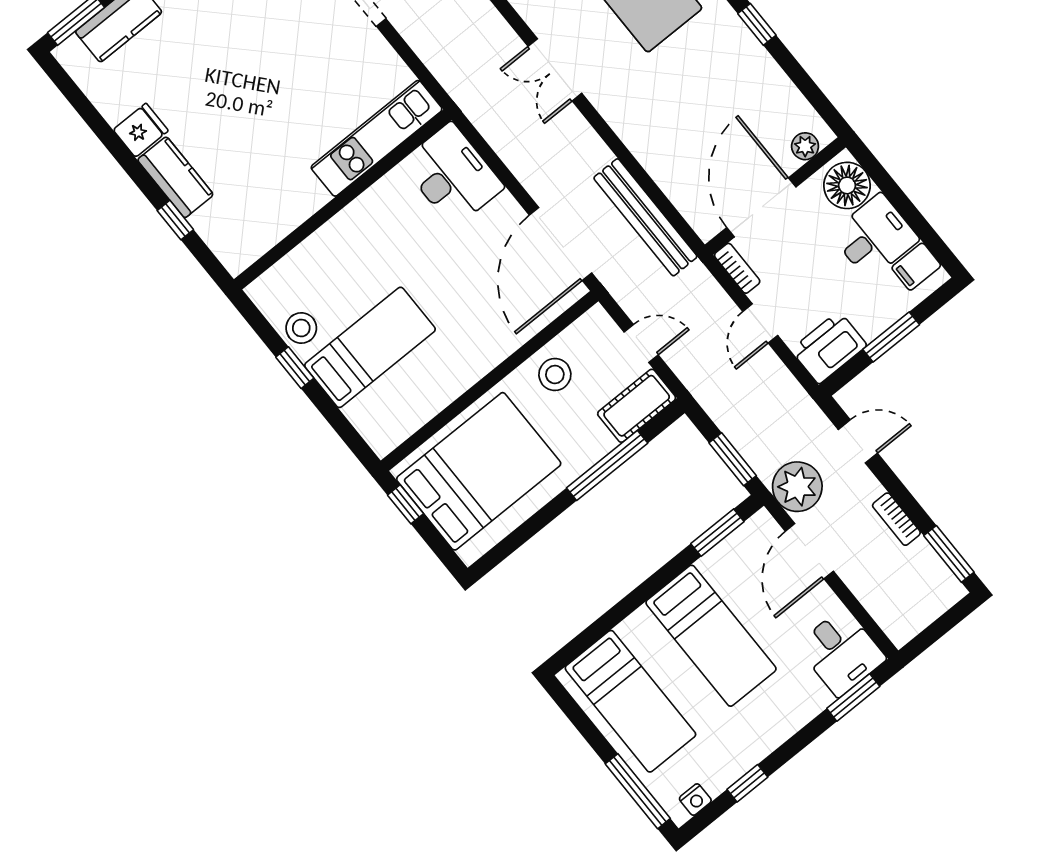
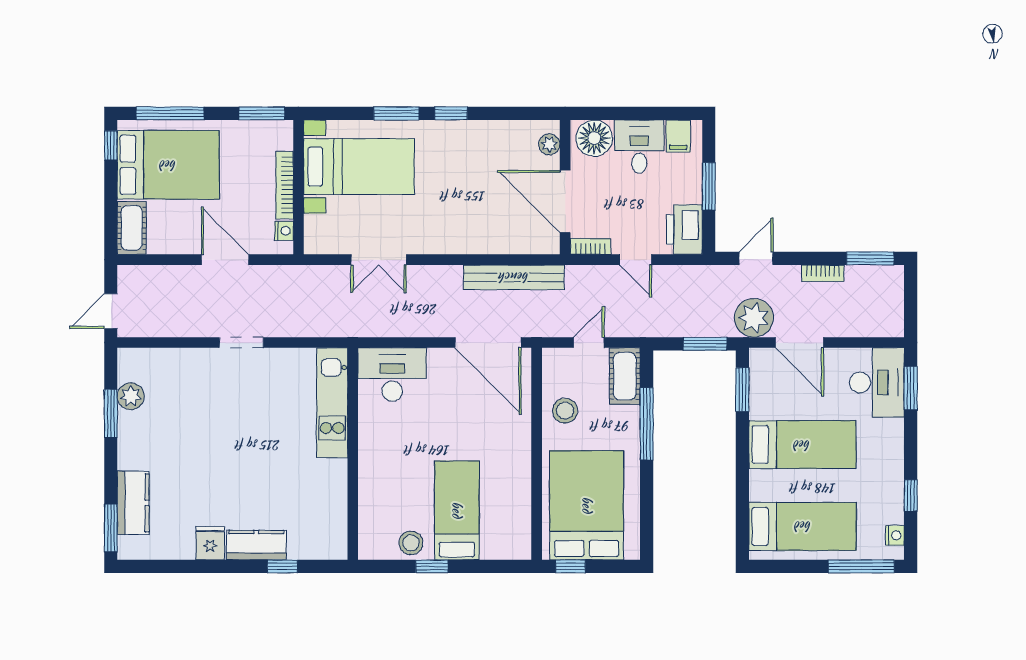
desk: (841, 652) -> (877, 383), width x1.37

